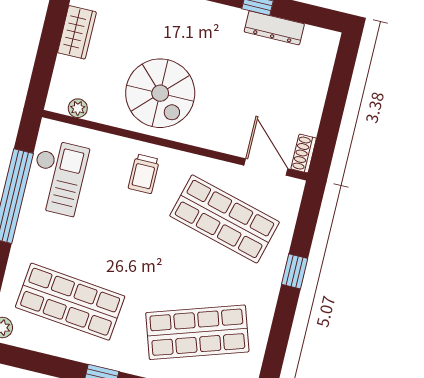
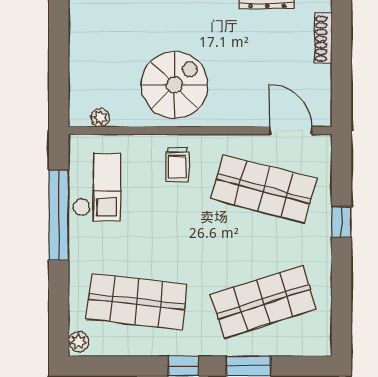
wardrobe: (77, 32) -> (82, 46), removed
spiral stairs: (160, 93) -> (174, 85), turned -90
shoe rack: (304, 154) -> (323, 39), moved, width x1.43

